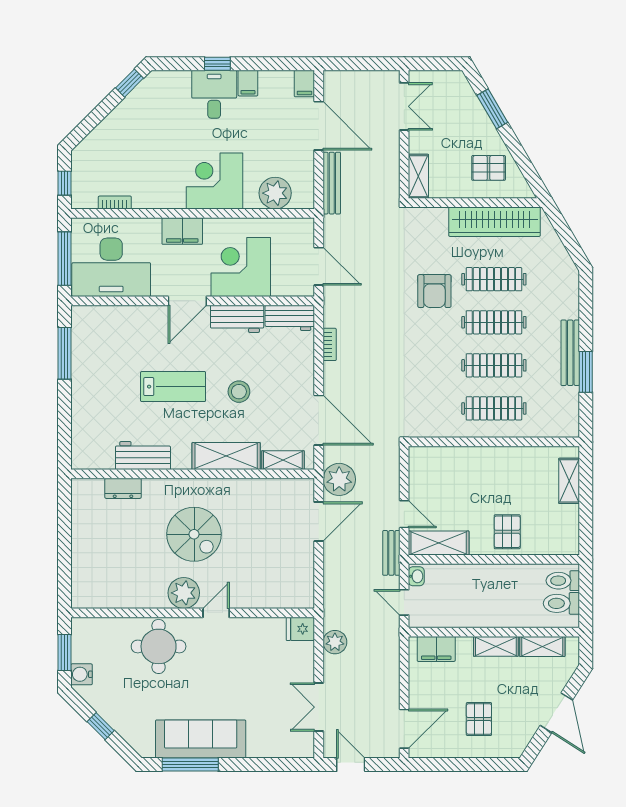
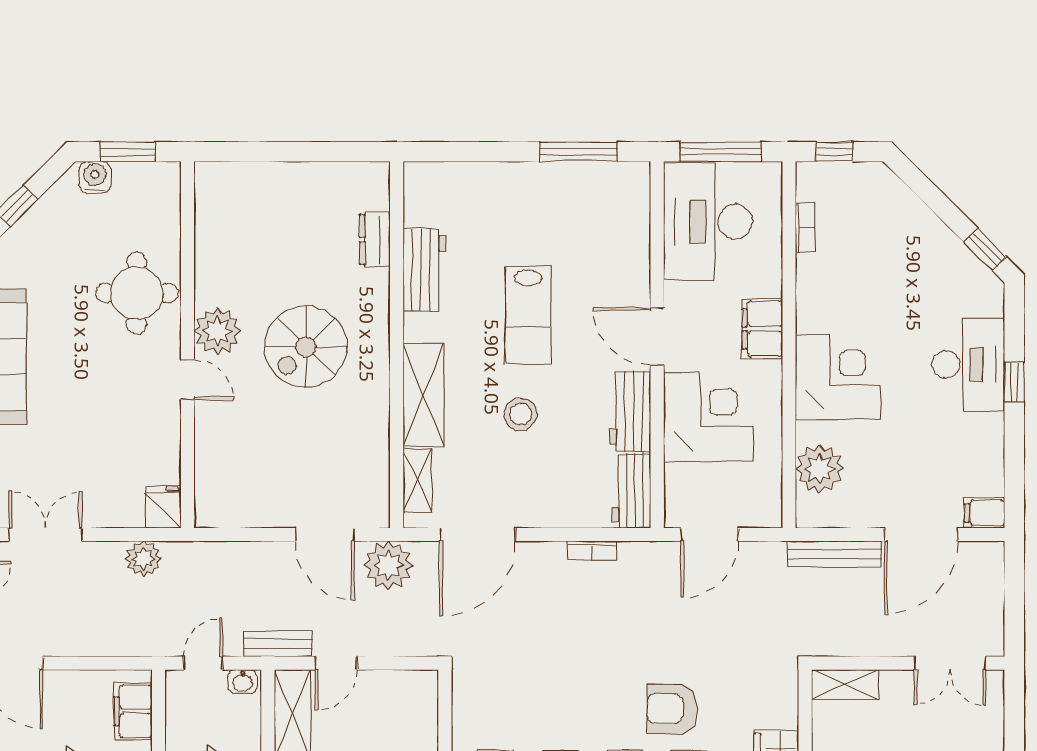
filing cabinet: (248, 83) -> (985, 428), removed
desk: (214, 94) -> (968, 364), width x1.37

